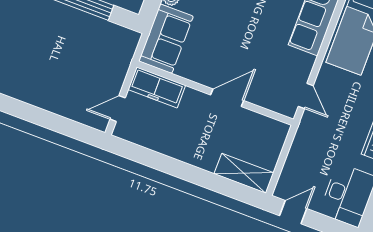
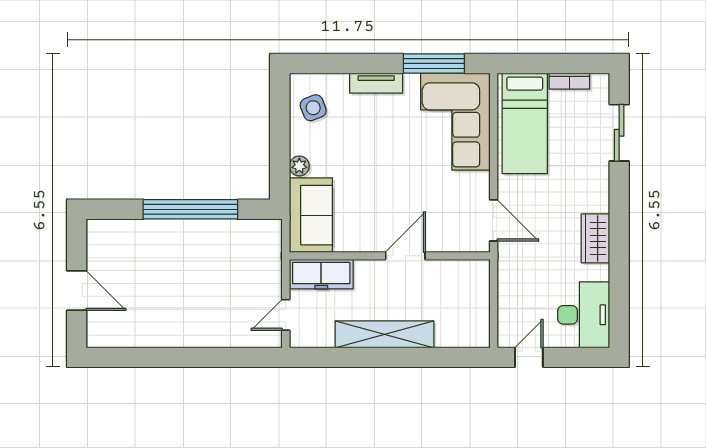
door: (306, 96) -> (494, 220), width x1.38
shelving: (244, 173) -> (385, 334), moved, width x1.47

